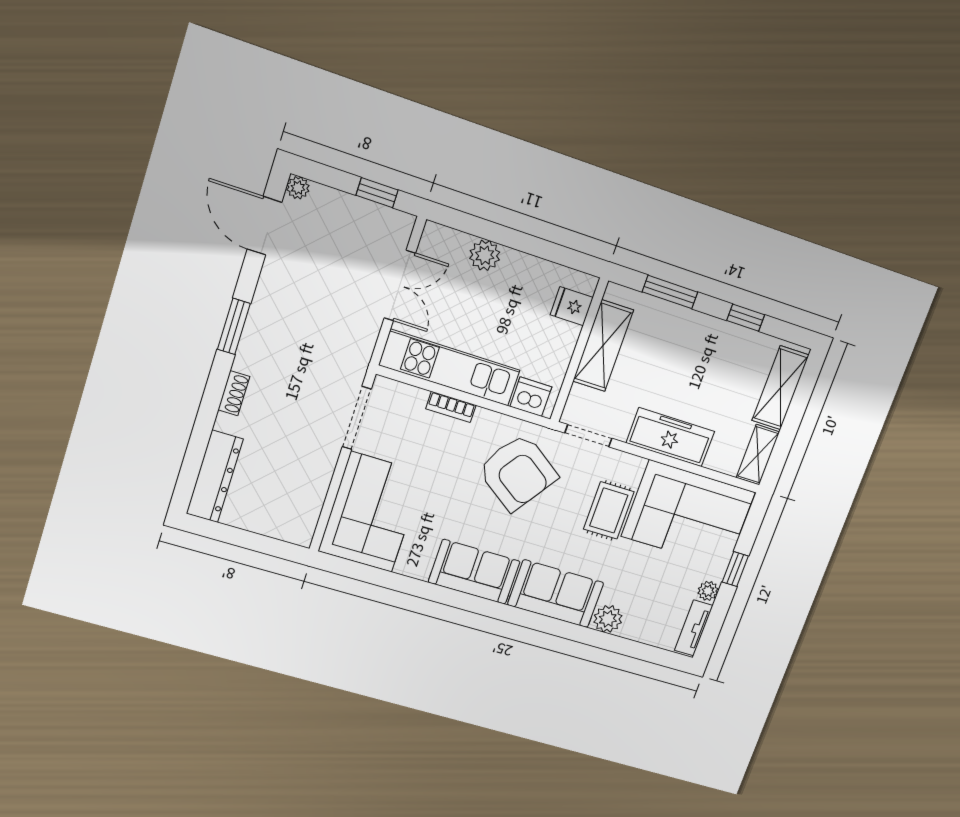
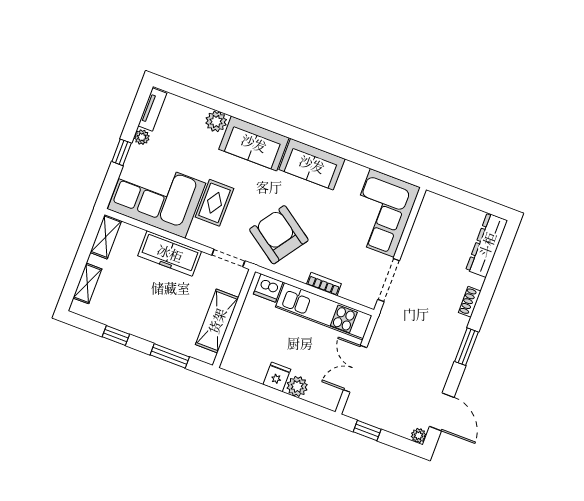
fridge: (572, 306) -> (277, 377), moved, turned -90
shelving: (780, 388) -> (87, 283), width x0.67, depth x0.75

